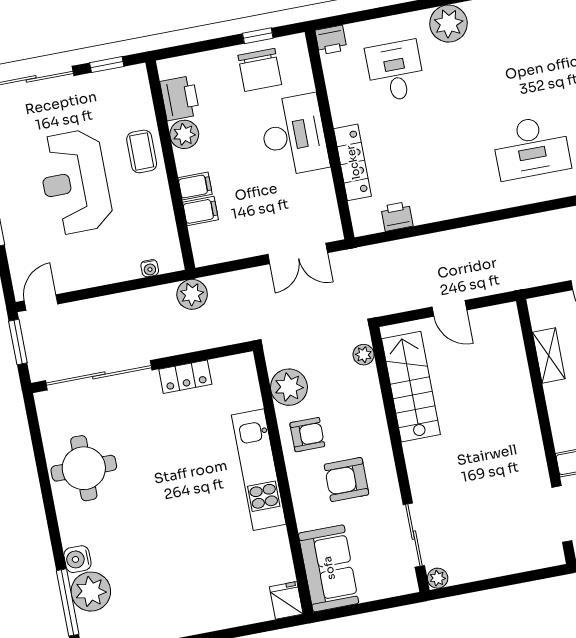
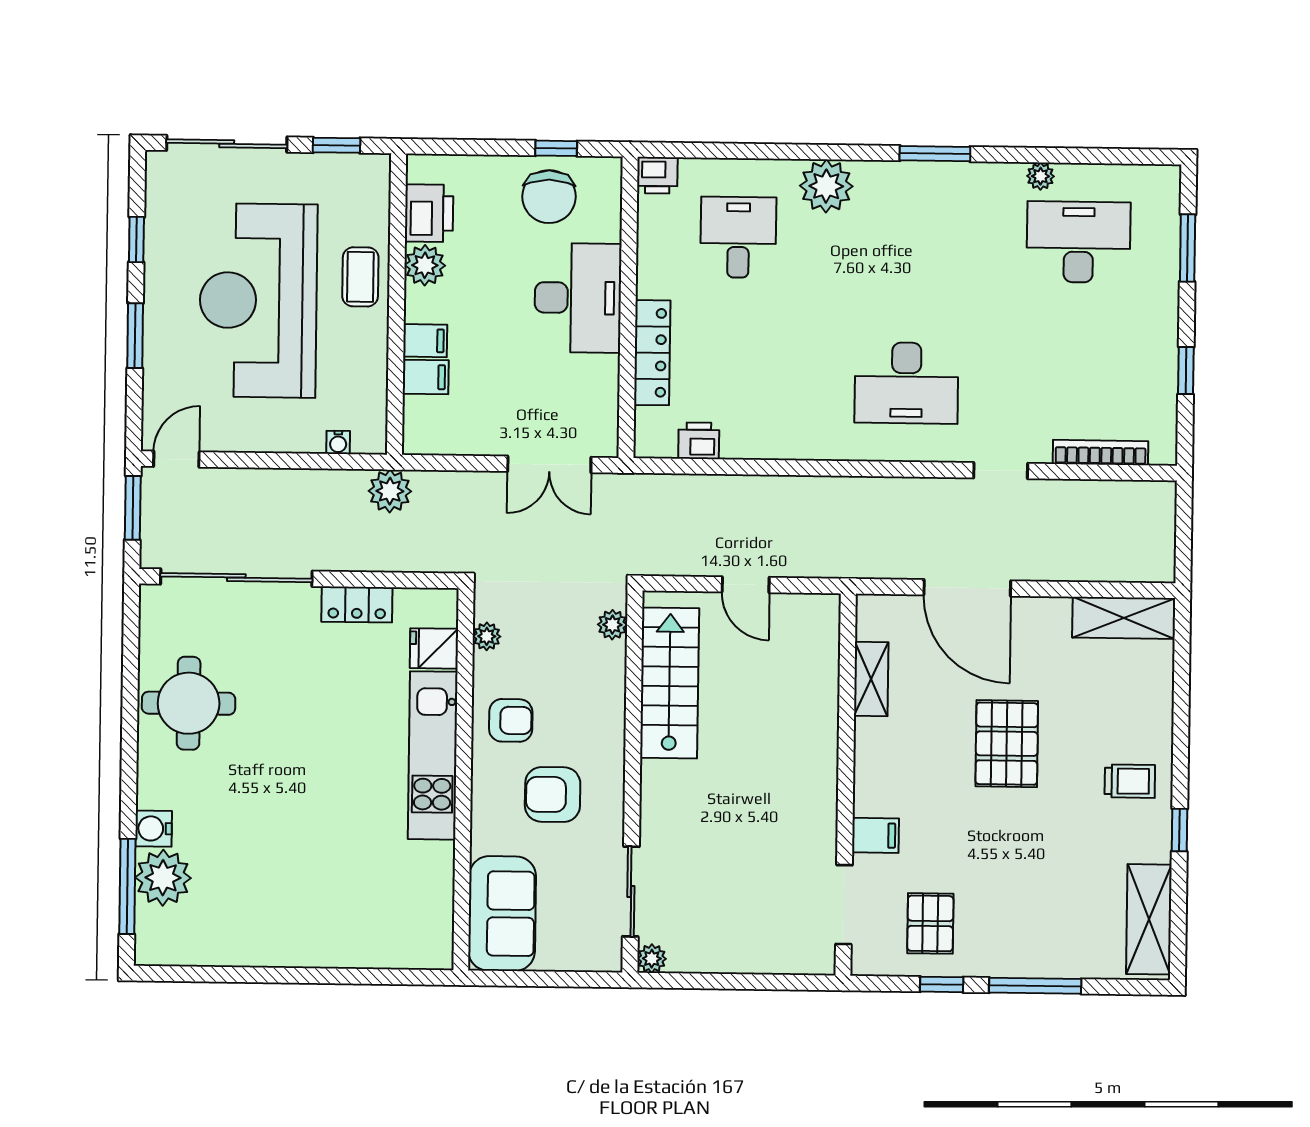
reception desk: (75, 182) -> (258, 300), width x1.36, depth x1.30
plant: (289, 387) -> (487, 636), width x0.53, depth x0.53
fridge: (286, 600) -> (434, 648), moved, turned -90

